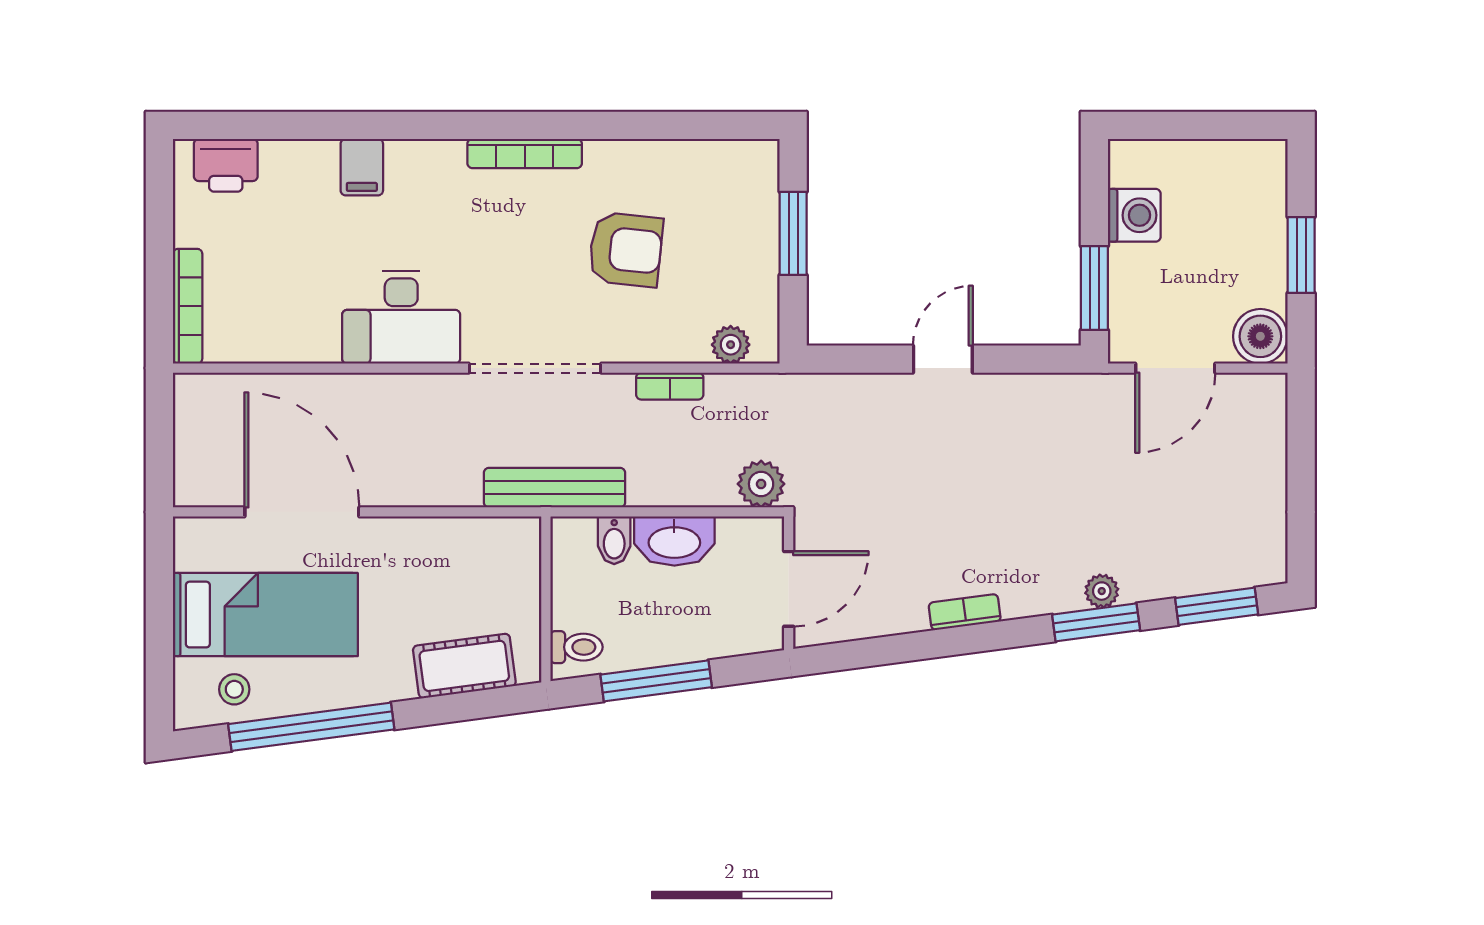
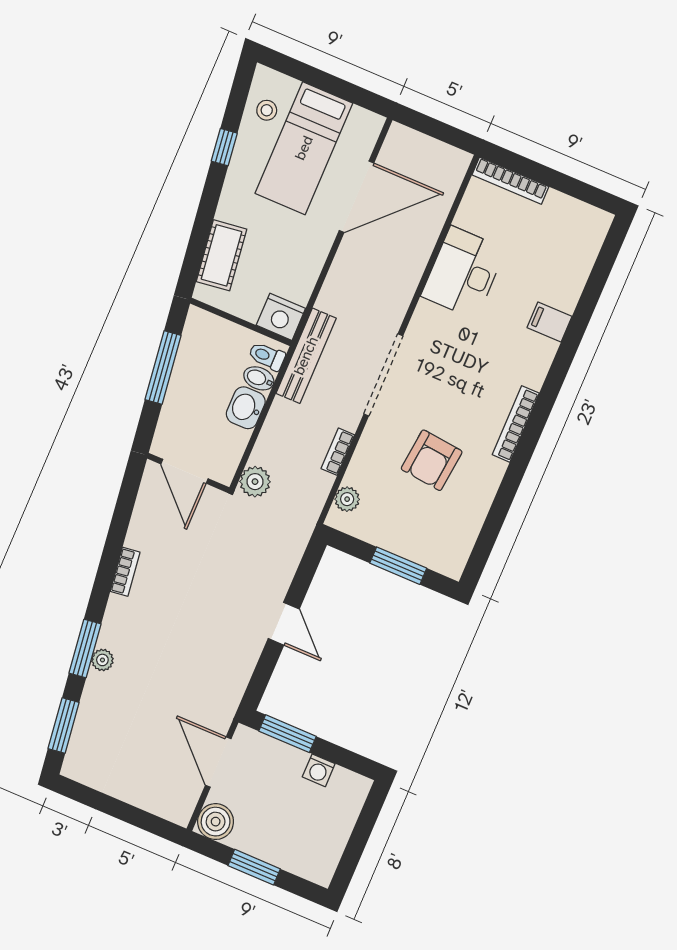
printer: (226, 165) -> (586, 240), removed
washing machine: (1134, 215) -> (319, 770), width x0.73, depth x0.73
desk: (401, 317) -> (463, 273), moved
washbasin: (674, 541) -> (246, 408), width x0.72
nightstand: (515, 546) -> (281, 317), added
toilet: (577, 647) -> (267, 356), moved, turned 90
window: (311, 727) -> (224, 147), width x0.32

